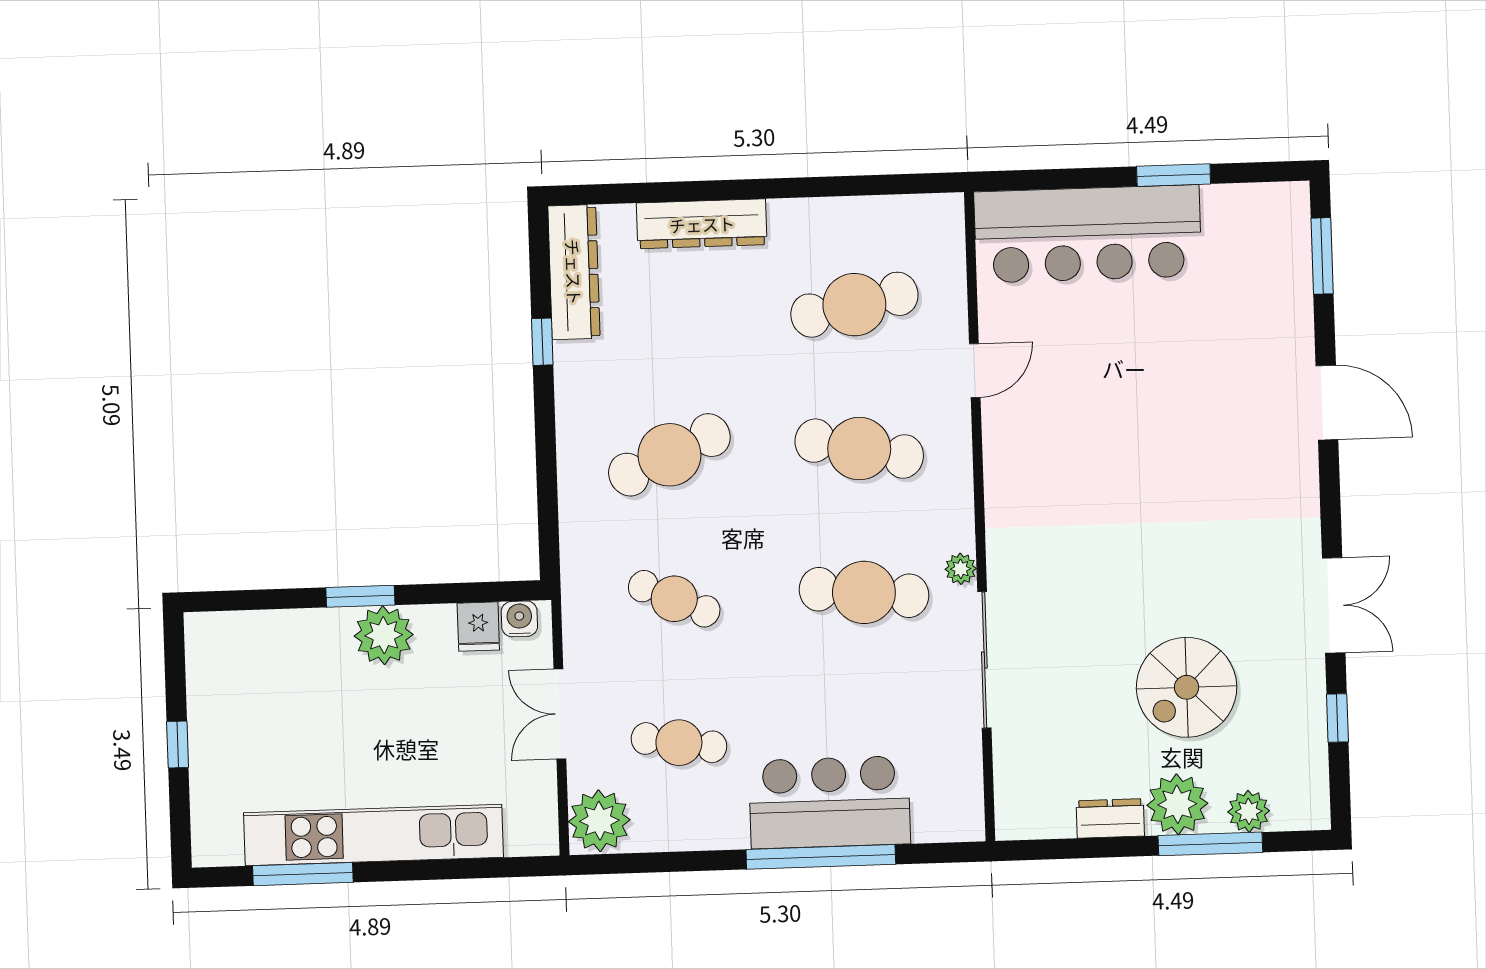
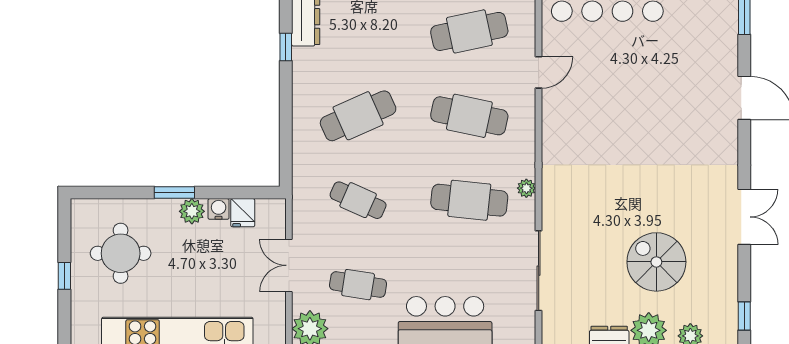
water cooler: (519, 619) -> (219, 209), moved
plant: (384, 635) -> (192, 211), width x0.73, depth x0.73
sliding door: (984, 660) -> (539, 271), moved
spiral stairs: (1187, 687) -> (656, 262), turned 90
round table: (272, 703) -> (121, 253), added
window: (1337, 718) -> (744, 316), moved

